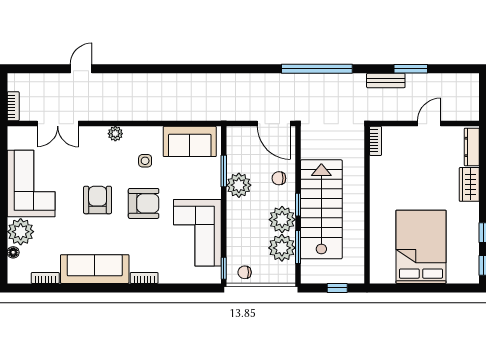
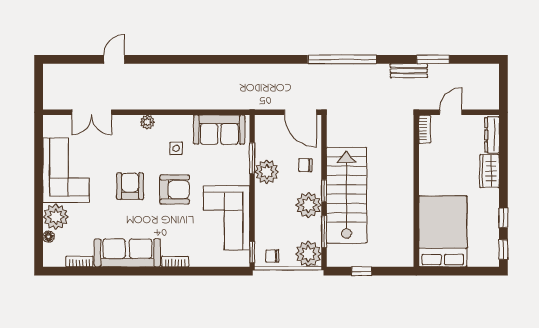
bookcase: (13, 106) -> (49, 96), removed
bookcase: (376, 141) -> (424, 129), moved
wall: (367, 205) -> (416, 191), moved
plant: (282, 248) -> (308, 254), moved

